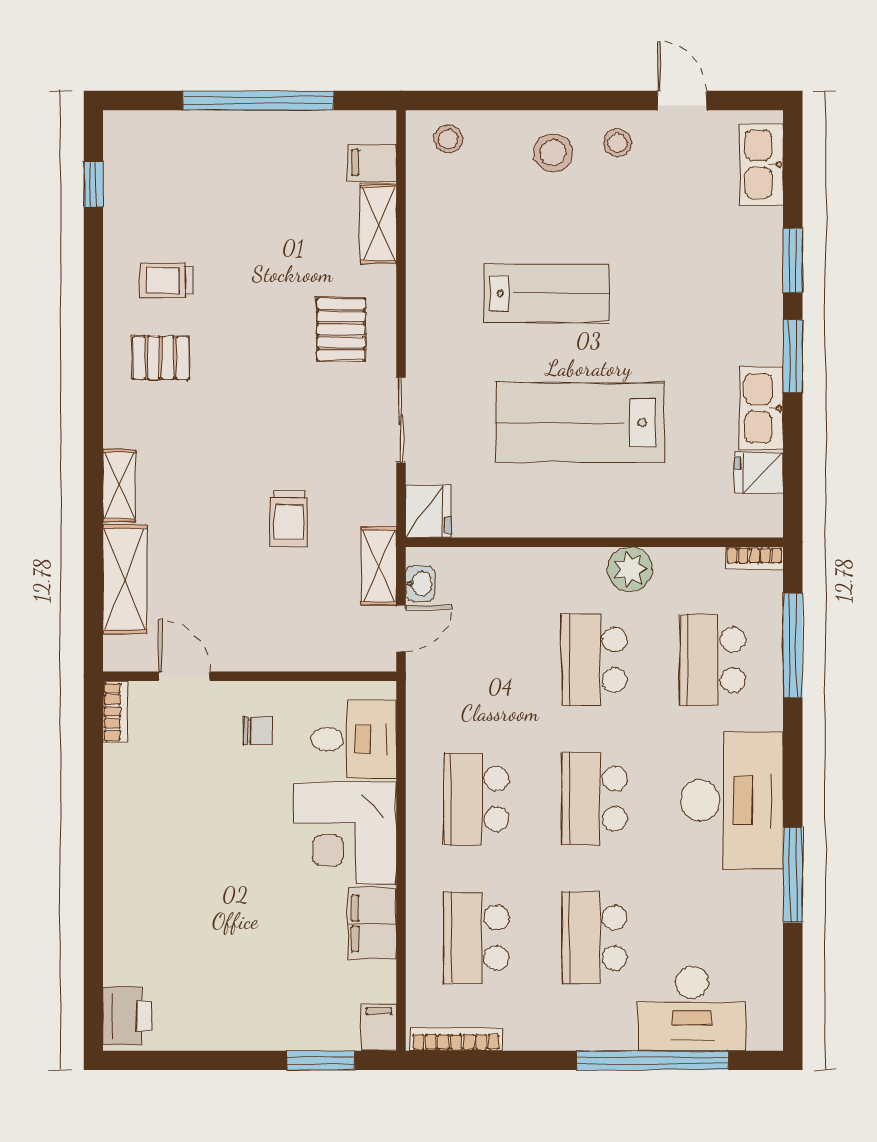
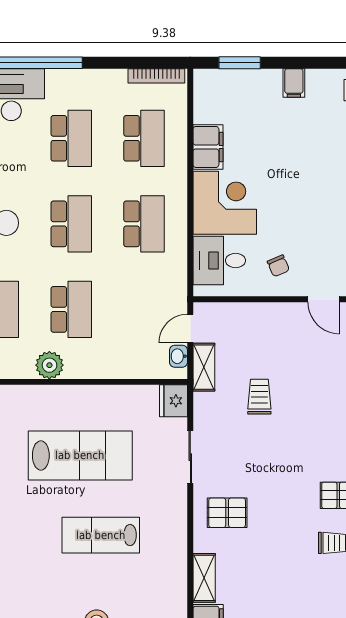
pallet: (341, 330) -> (227, 513), turned 90
chair: (258, 731) -> (278, 266), turned -113
filing cabinet: (379, 1027) -> (294, 83), moved

